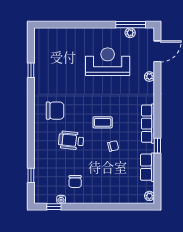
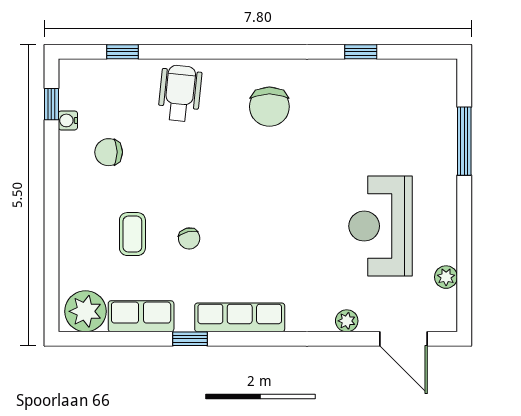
window: (131, 25) -> (464, 141), moved
reception desk: (108, 62) -> (381, 226), turned 180
coffee table: (103, 122) -> (132, 234), moved
wheelchair: (71, 140) -> (180, 93), moved
plant: (149, 196) -> (86, 311), width x1.88, depth x1.88

